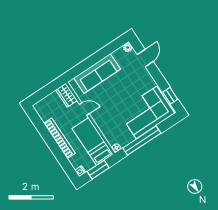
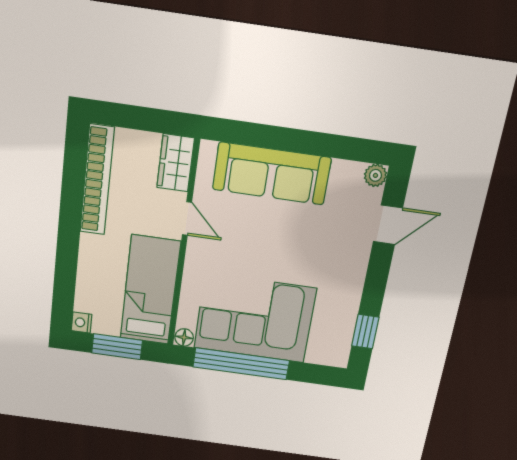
corner sofa: (147, 112) -> (255, 318), moved
bookcase: (59, 138) -> (97, 180), moved

